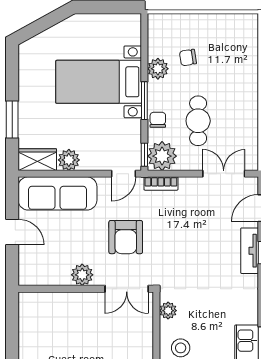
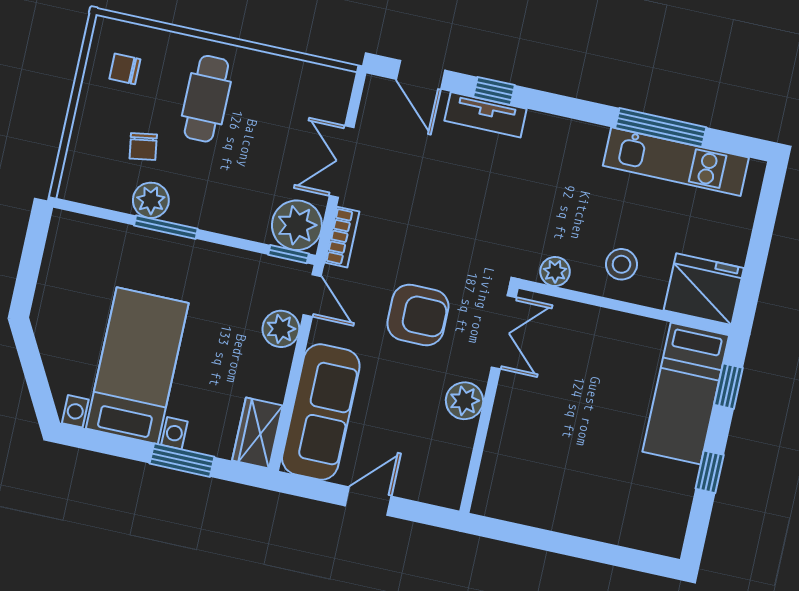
bed with nightstands: (99, 82) -> (137, 366), moved, turned 180
window: (144, 101) -> (166, 227), moved
chair: (158, 120) -> (125, 69), moved
cafe table: (198, 121) -> (206, 99), moved, turned 90
plant: (69, 160) -> (281, 329), moved
double door: (224, 174) -> (342, 162), moved

